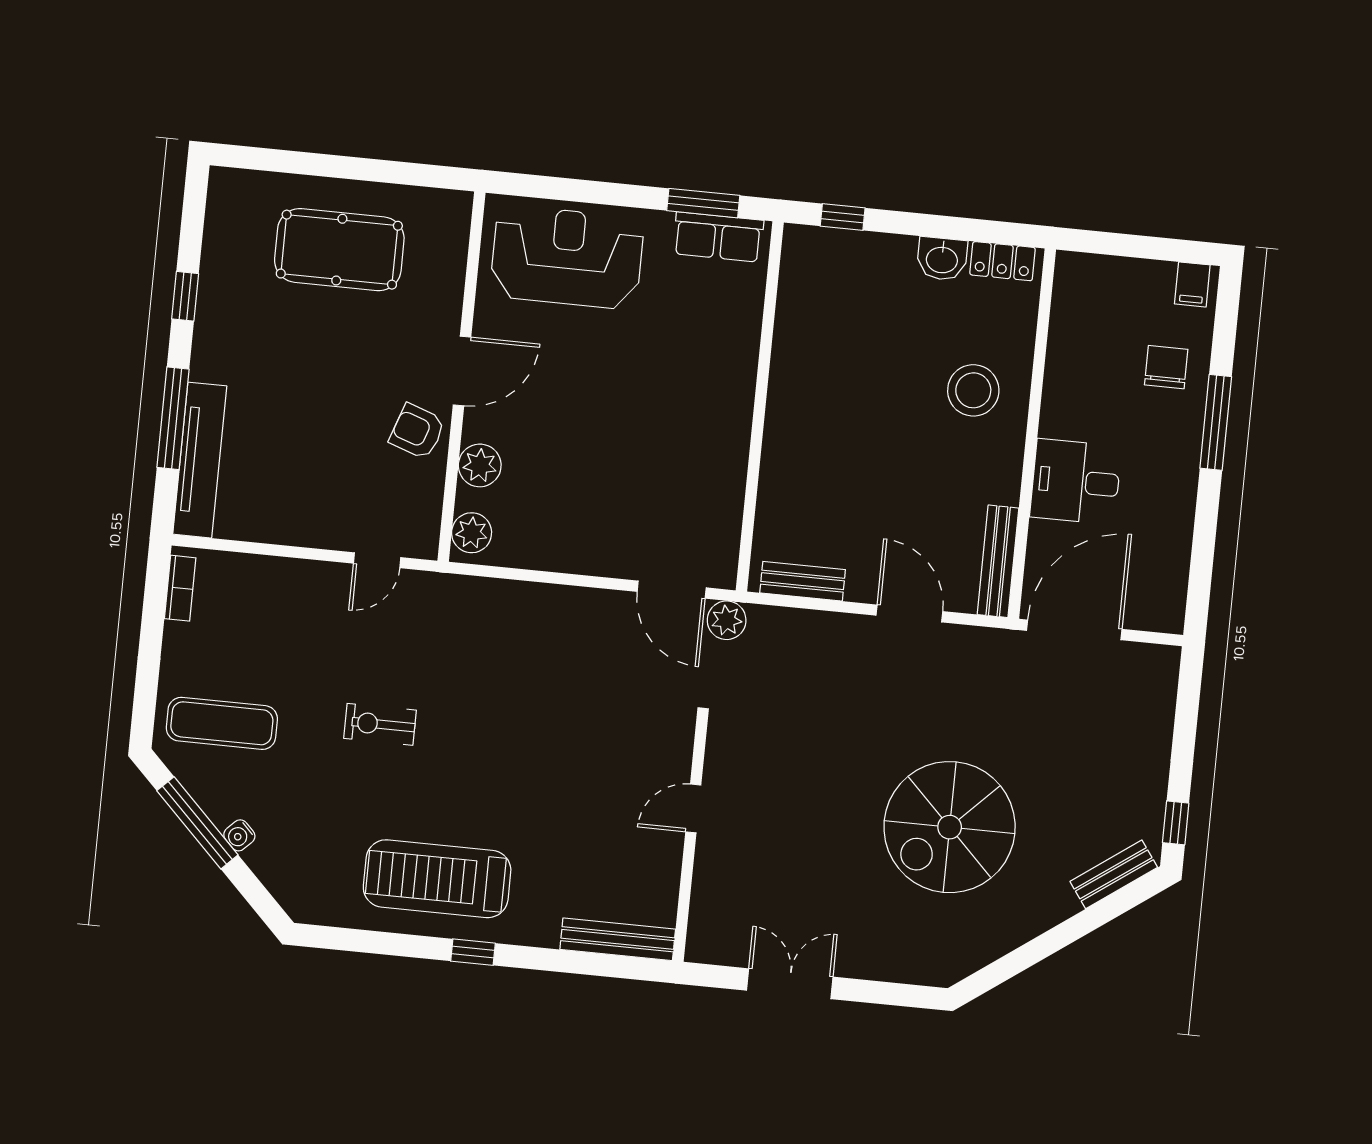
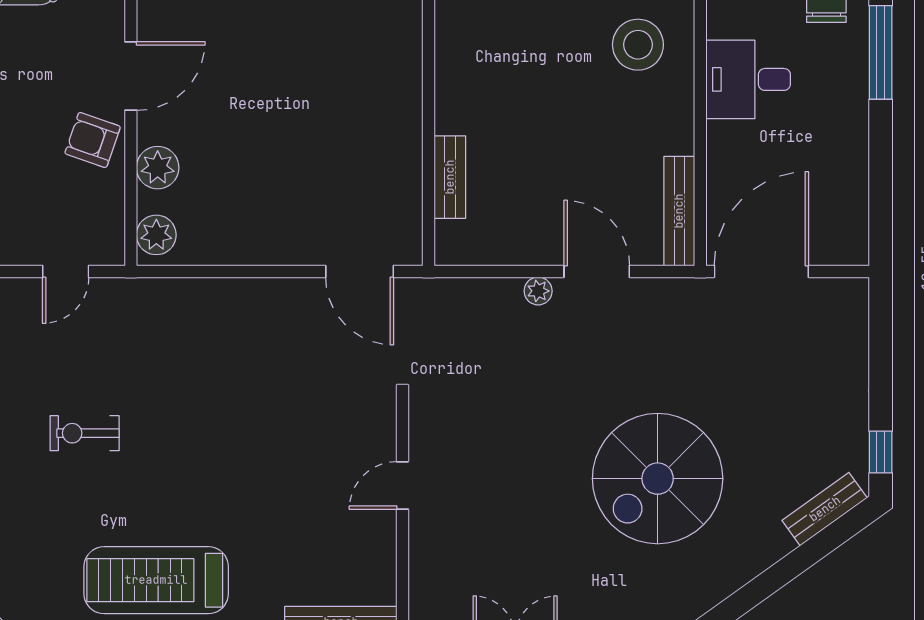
desk: (1076, 482) -> (748, 79), moved
bench: (803, 581) -> (450, 177), moved, turned 90
plant: (727, 620) -> (538, 291), moved, width x0.73, depth x0.73

